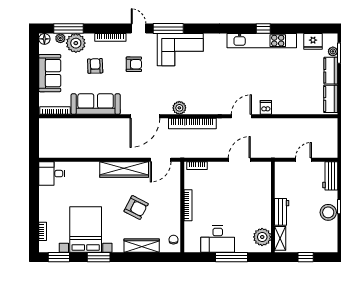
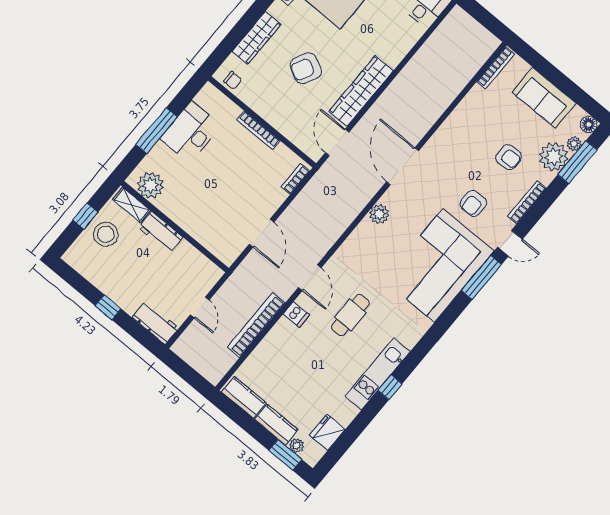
kitchen unit: (262, 41) -> (378, 374), width x0.73
corner sofa: (180, 50) -> (439, 265), width x1.36, depth x1.36
cafe table: (243, 80) -> (350, 315), added
sofa: (96, 104) -> (464, 121), removed
bookcase: (192, 123) -> (256, 325), moved
stool: (328, 212) -> (106, 234), moved

